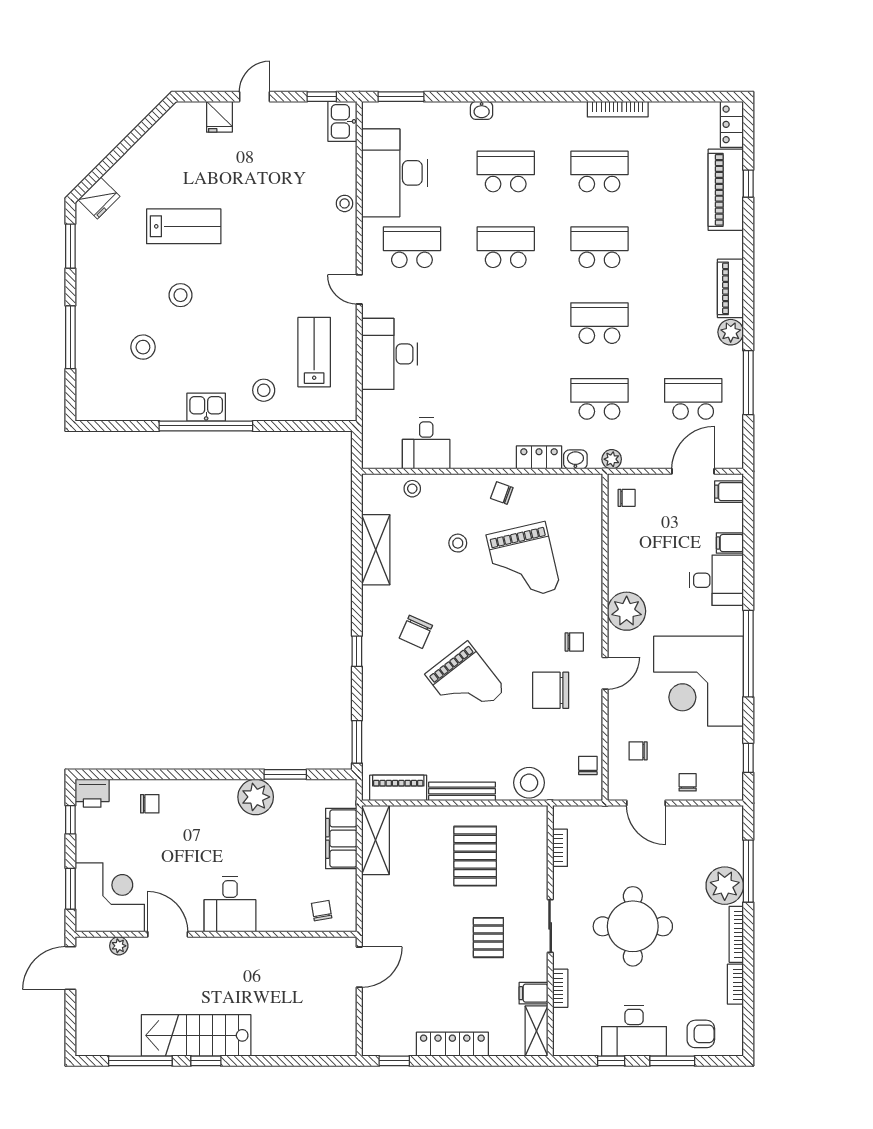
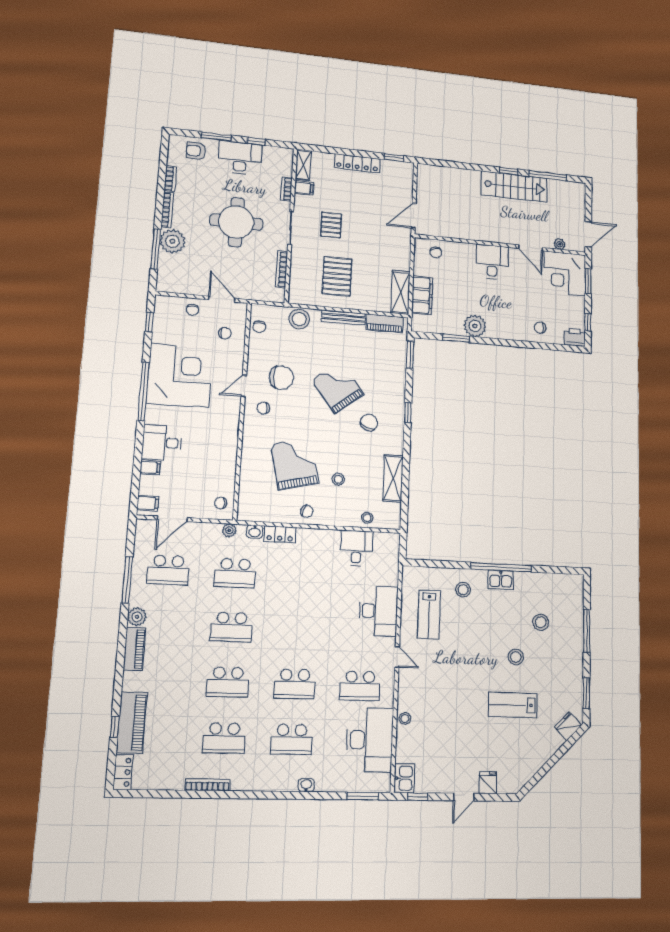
plant: (627, 611) -> (226, 426), removed
bookcase: (560, 848) -> (282, 269), width x1.56

